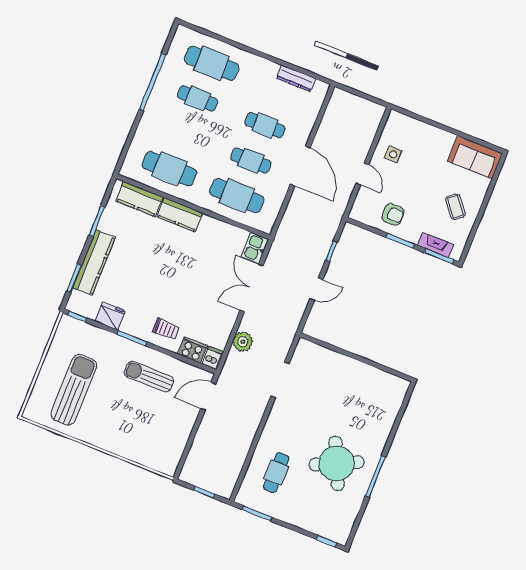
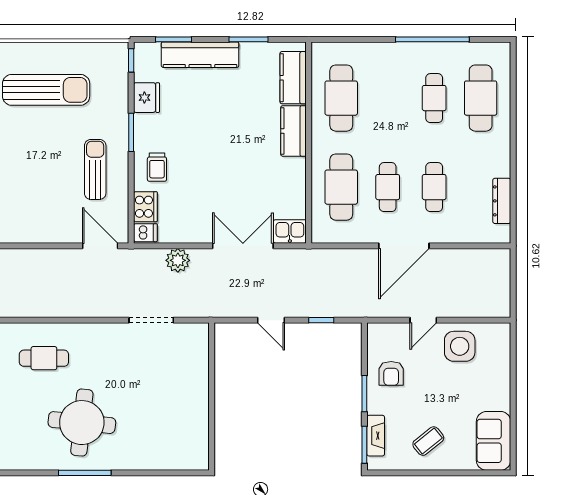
side table: (393, 154) -> (460, 346), width x1.87, depth x1.87
round table: (337, 463) -> (82, 423), turned 31

